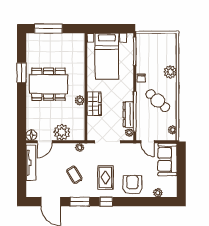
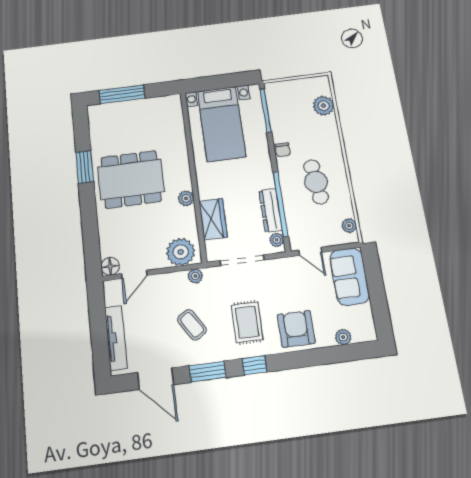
plant: (170, 72) -> (324, 106), moved
cafe table: (158, 101) -> (316, 182), turned 42
wardrobe: (94, 104) -> (213, 219), moved
plant: (62, 132) -> (181, 252), moved
tv unit: (31, 163) -> (116, 338), moved

